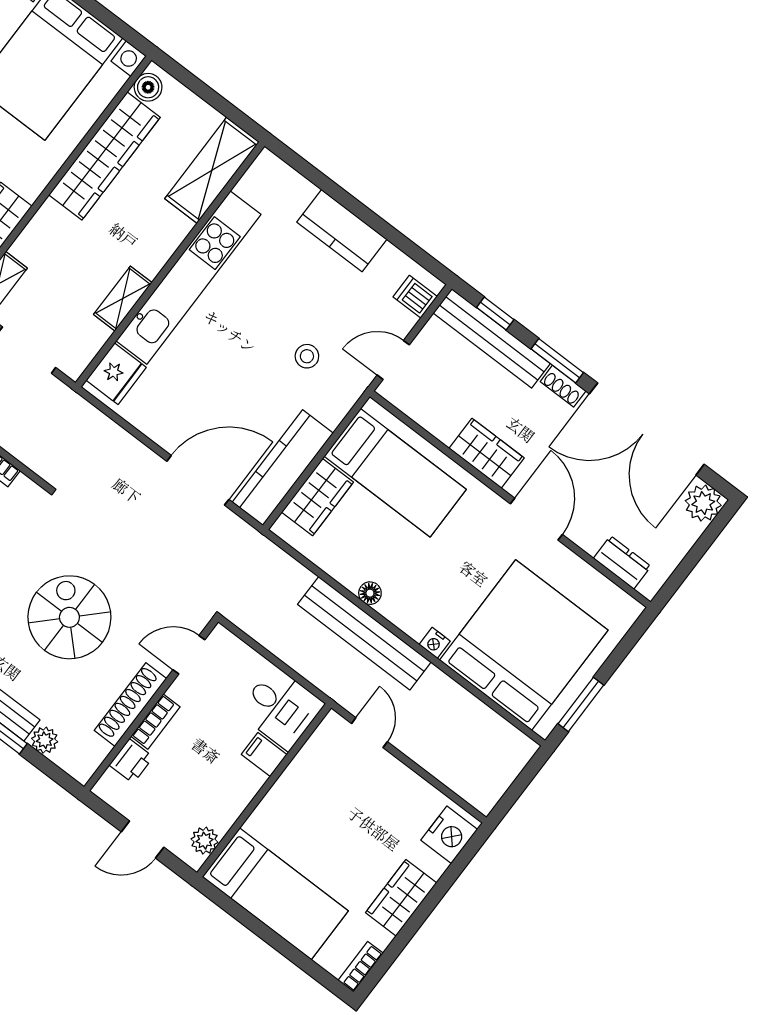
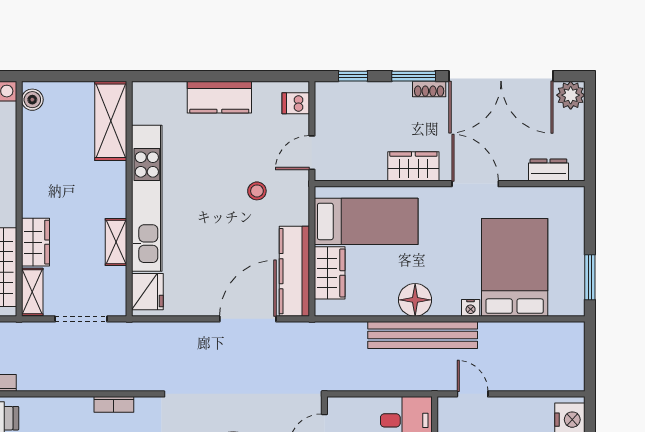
wardrobe: (105, 156) -> (35, 242), moved, width x0.48, depth x0.85
bench: (492, 338) -> (363, 93), removed
floor lamp: (370, 593) -> (415, 300), width x1.89, depth x1.89
bed: (524, 645) -> (515, 267), width x0.73

